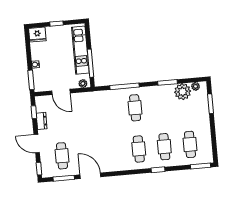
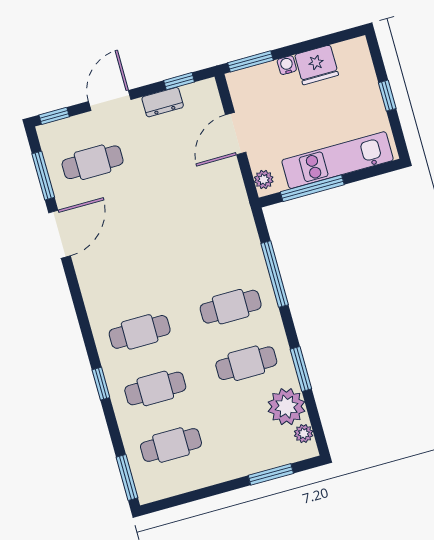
fridge: (37, 35) -> (317, 65), moved, turned -90
cafe table: (161, 105) -> (246, 363), added

